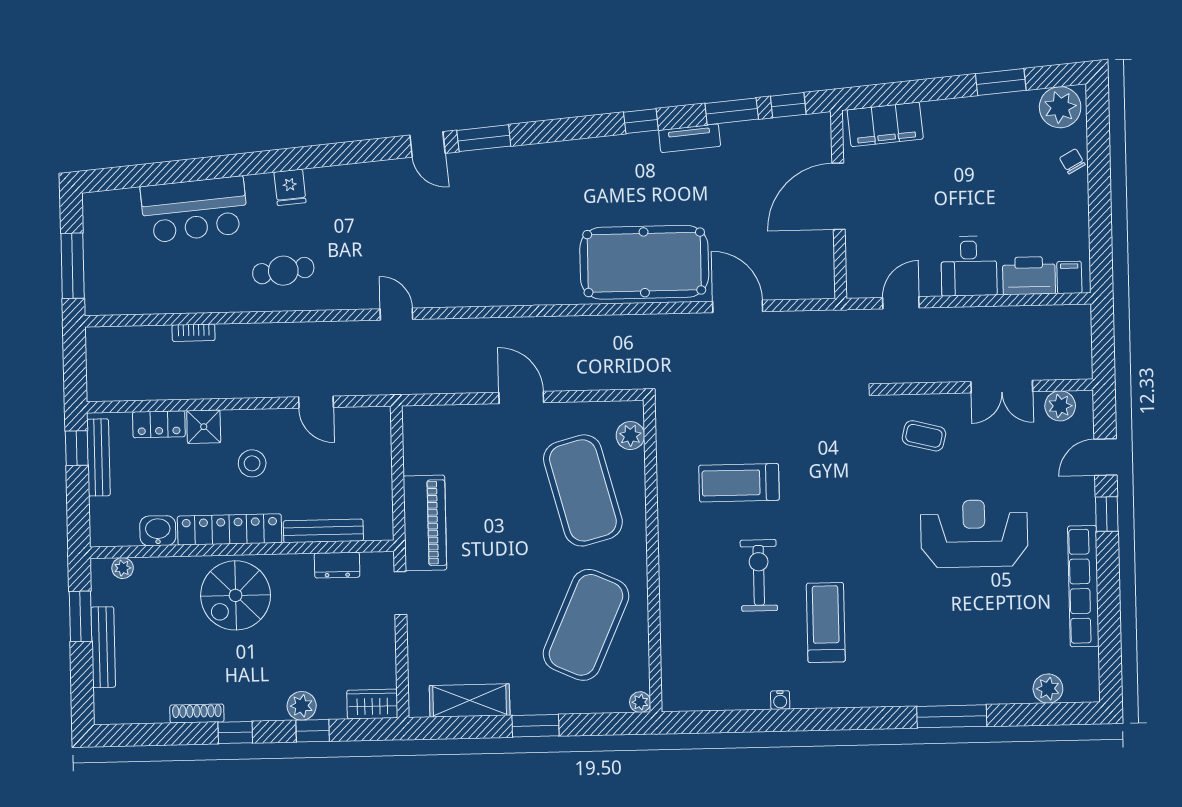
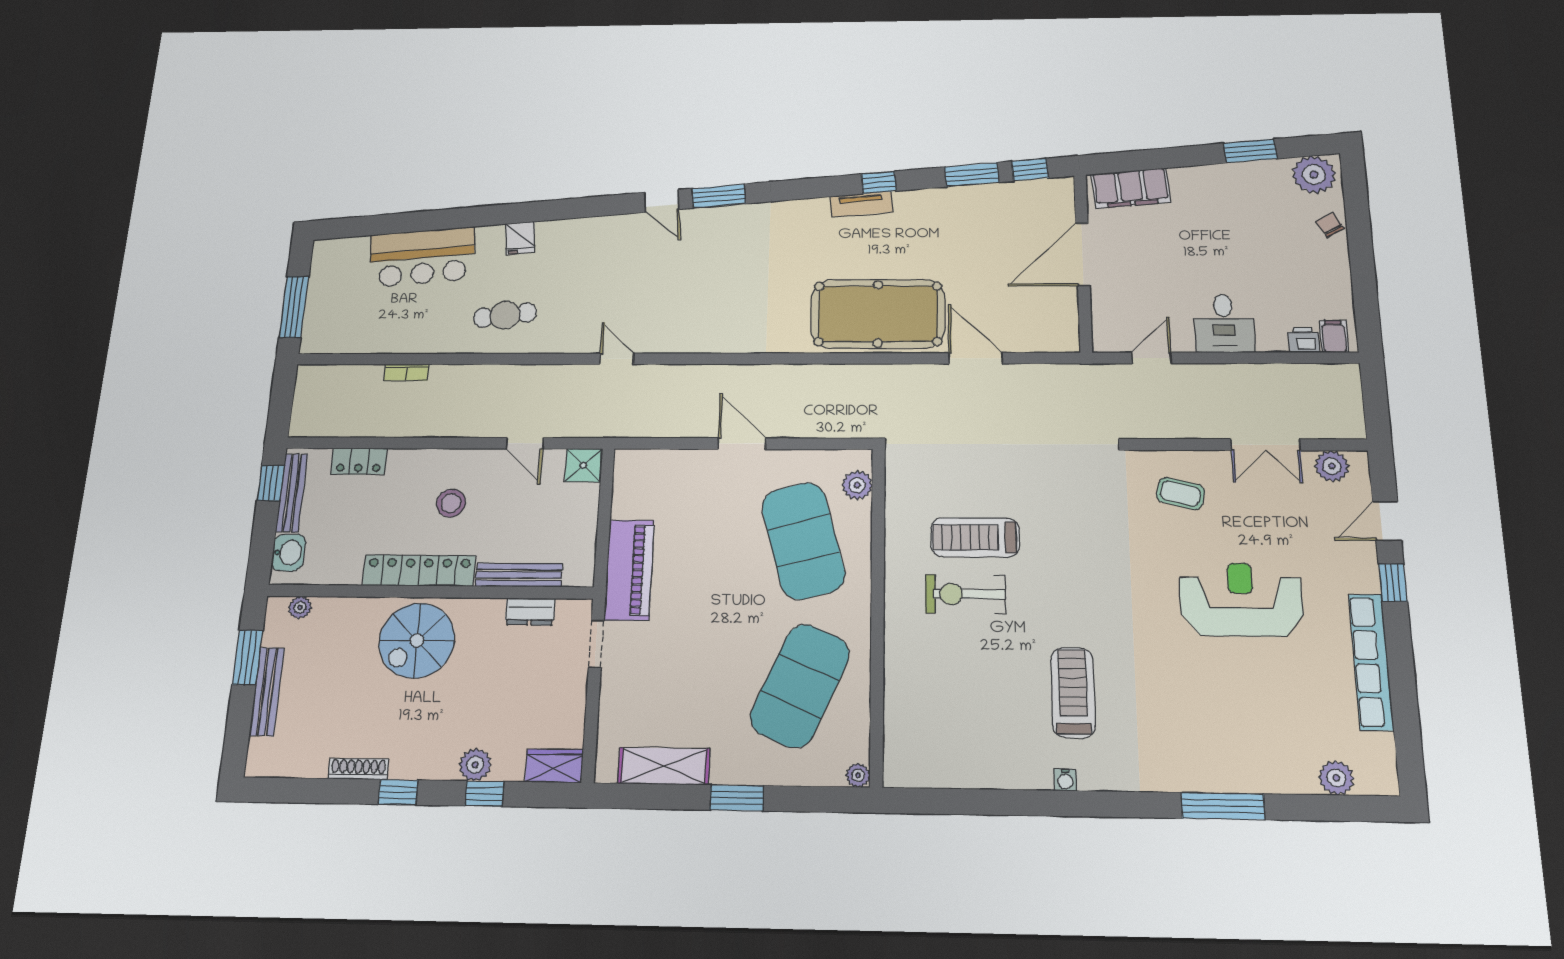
tv unit: (690, 138) -> (861, 204), moved
printer: (1029, 276) -> (1303, 340), width x0.53, depth x0.68
shower: (204, 427) -> (583, 465), moved
washbasin: (158, 531) -> (288, 552), moved, turned 90
exercise bike: (759, 575) -> (965, 594), moved, turned -90
water cooler: (780, 700) -> (1065, 780), moved

